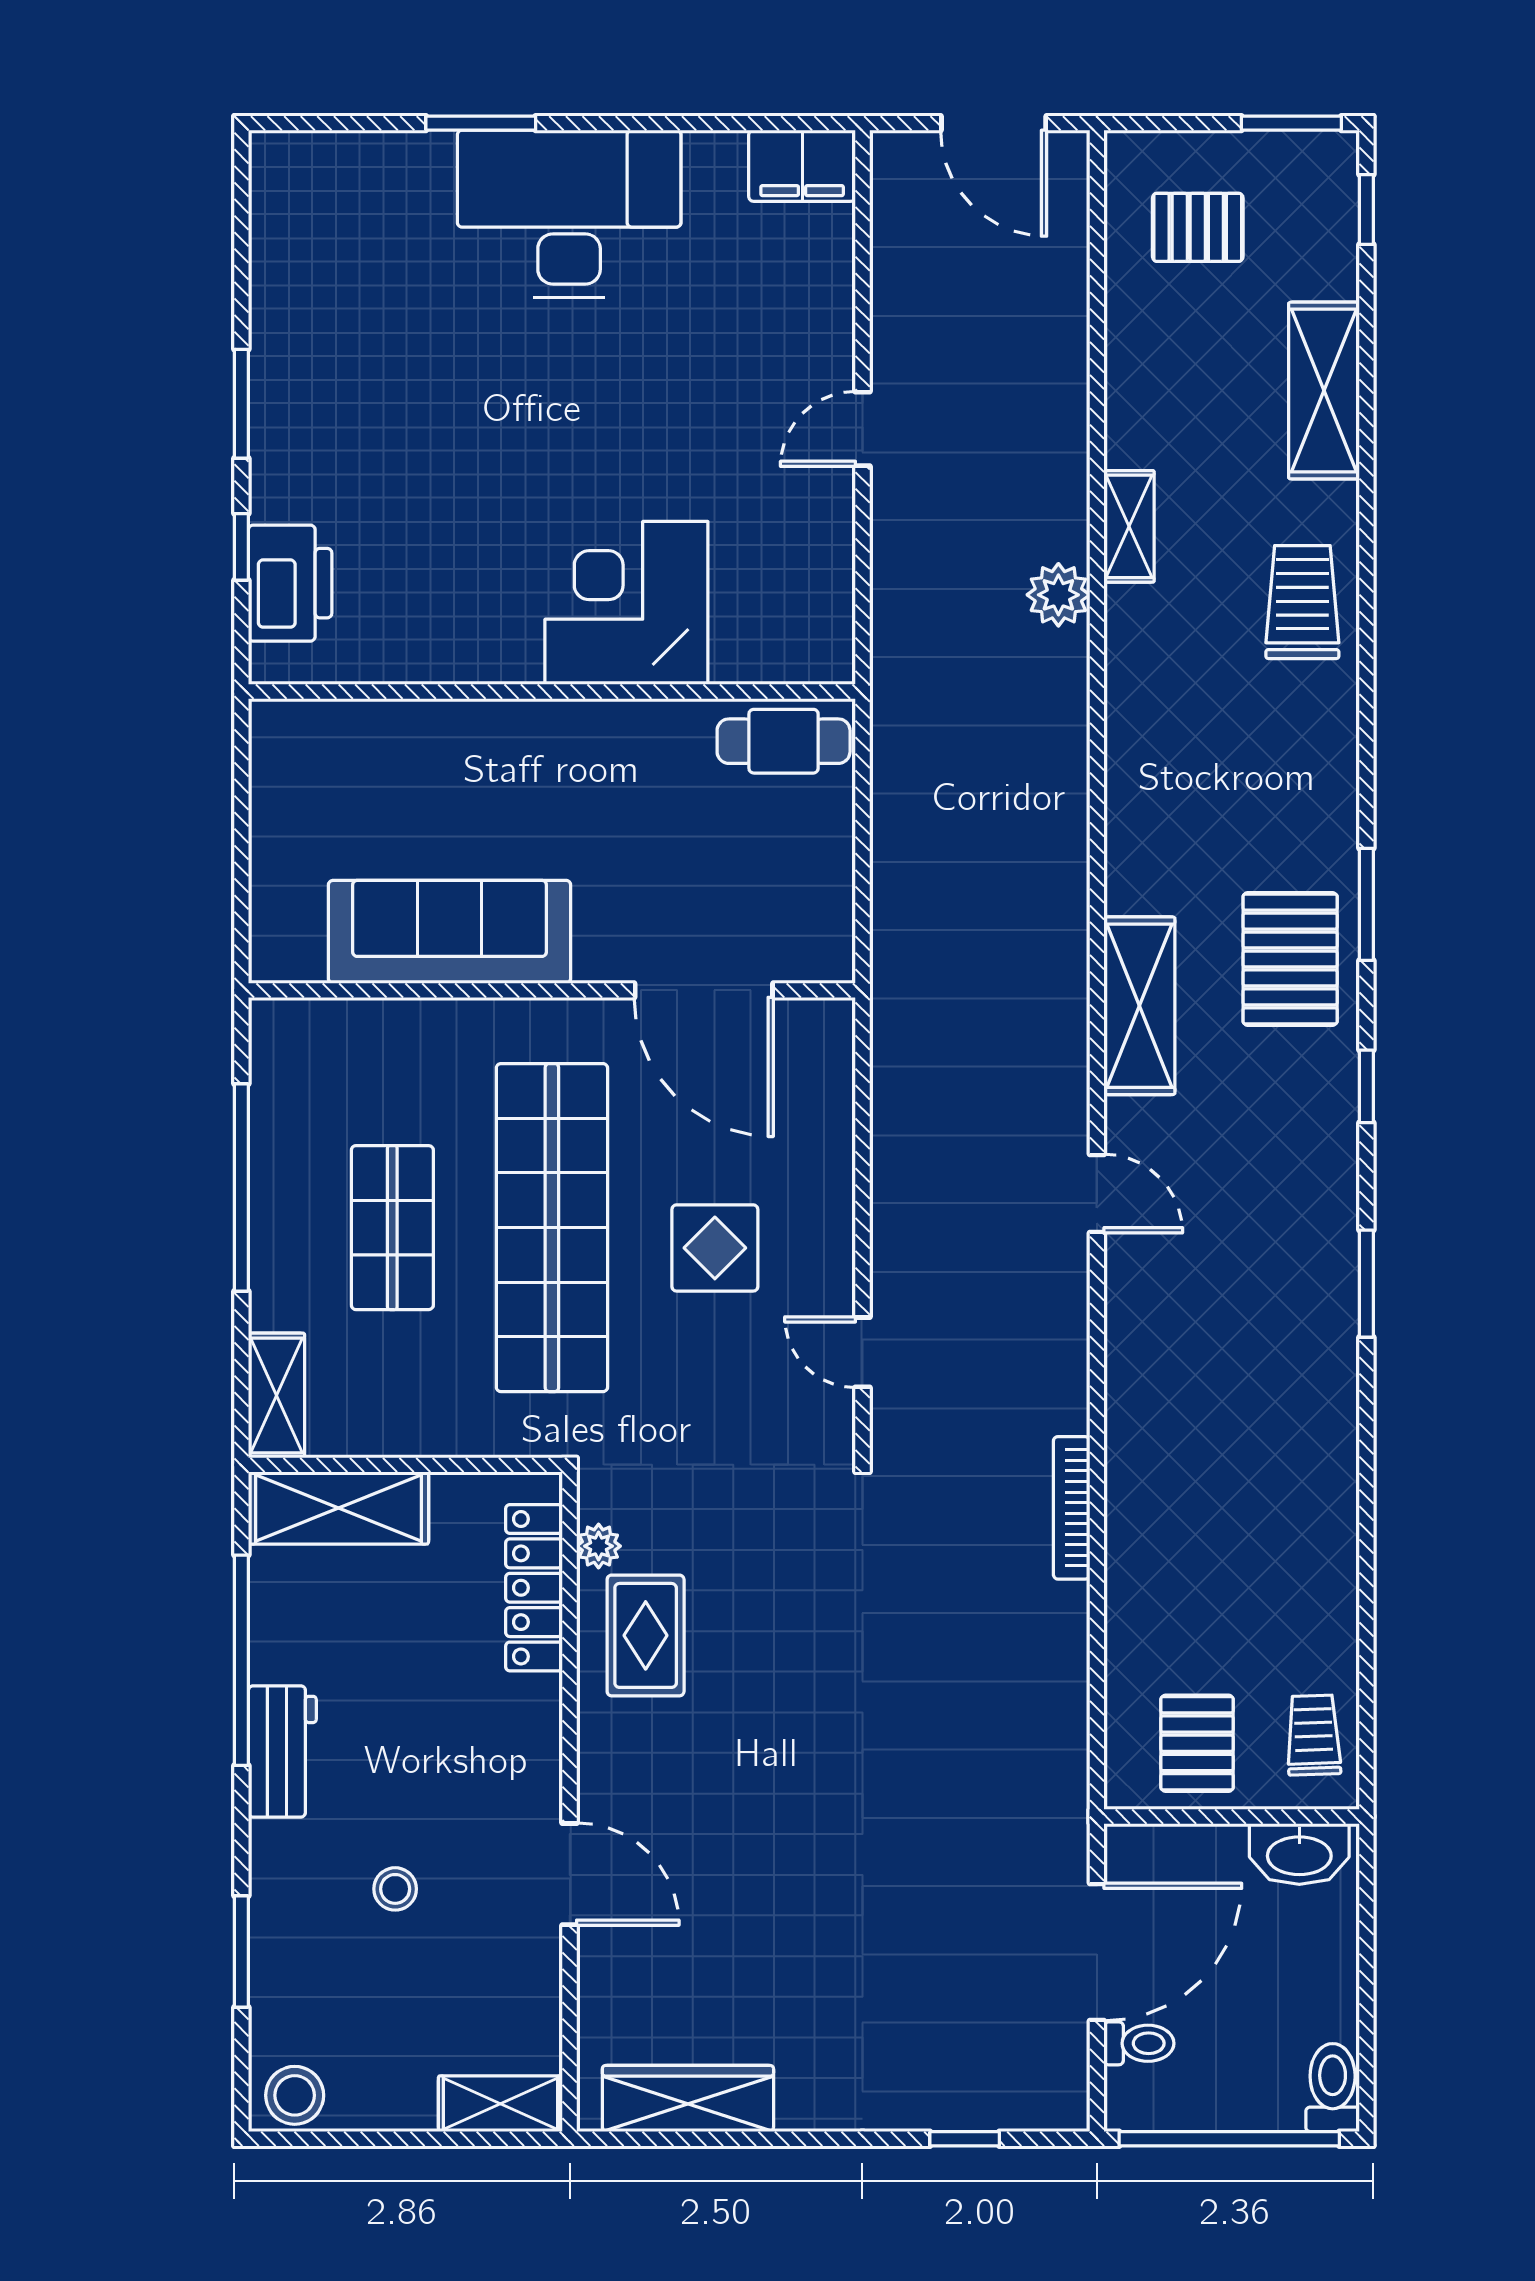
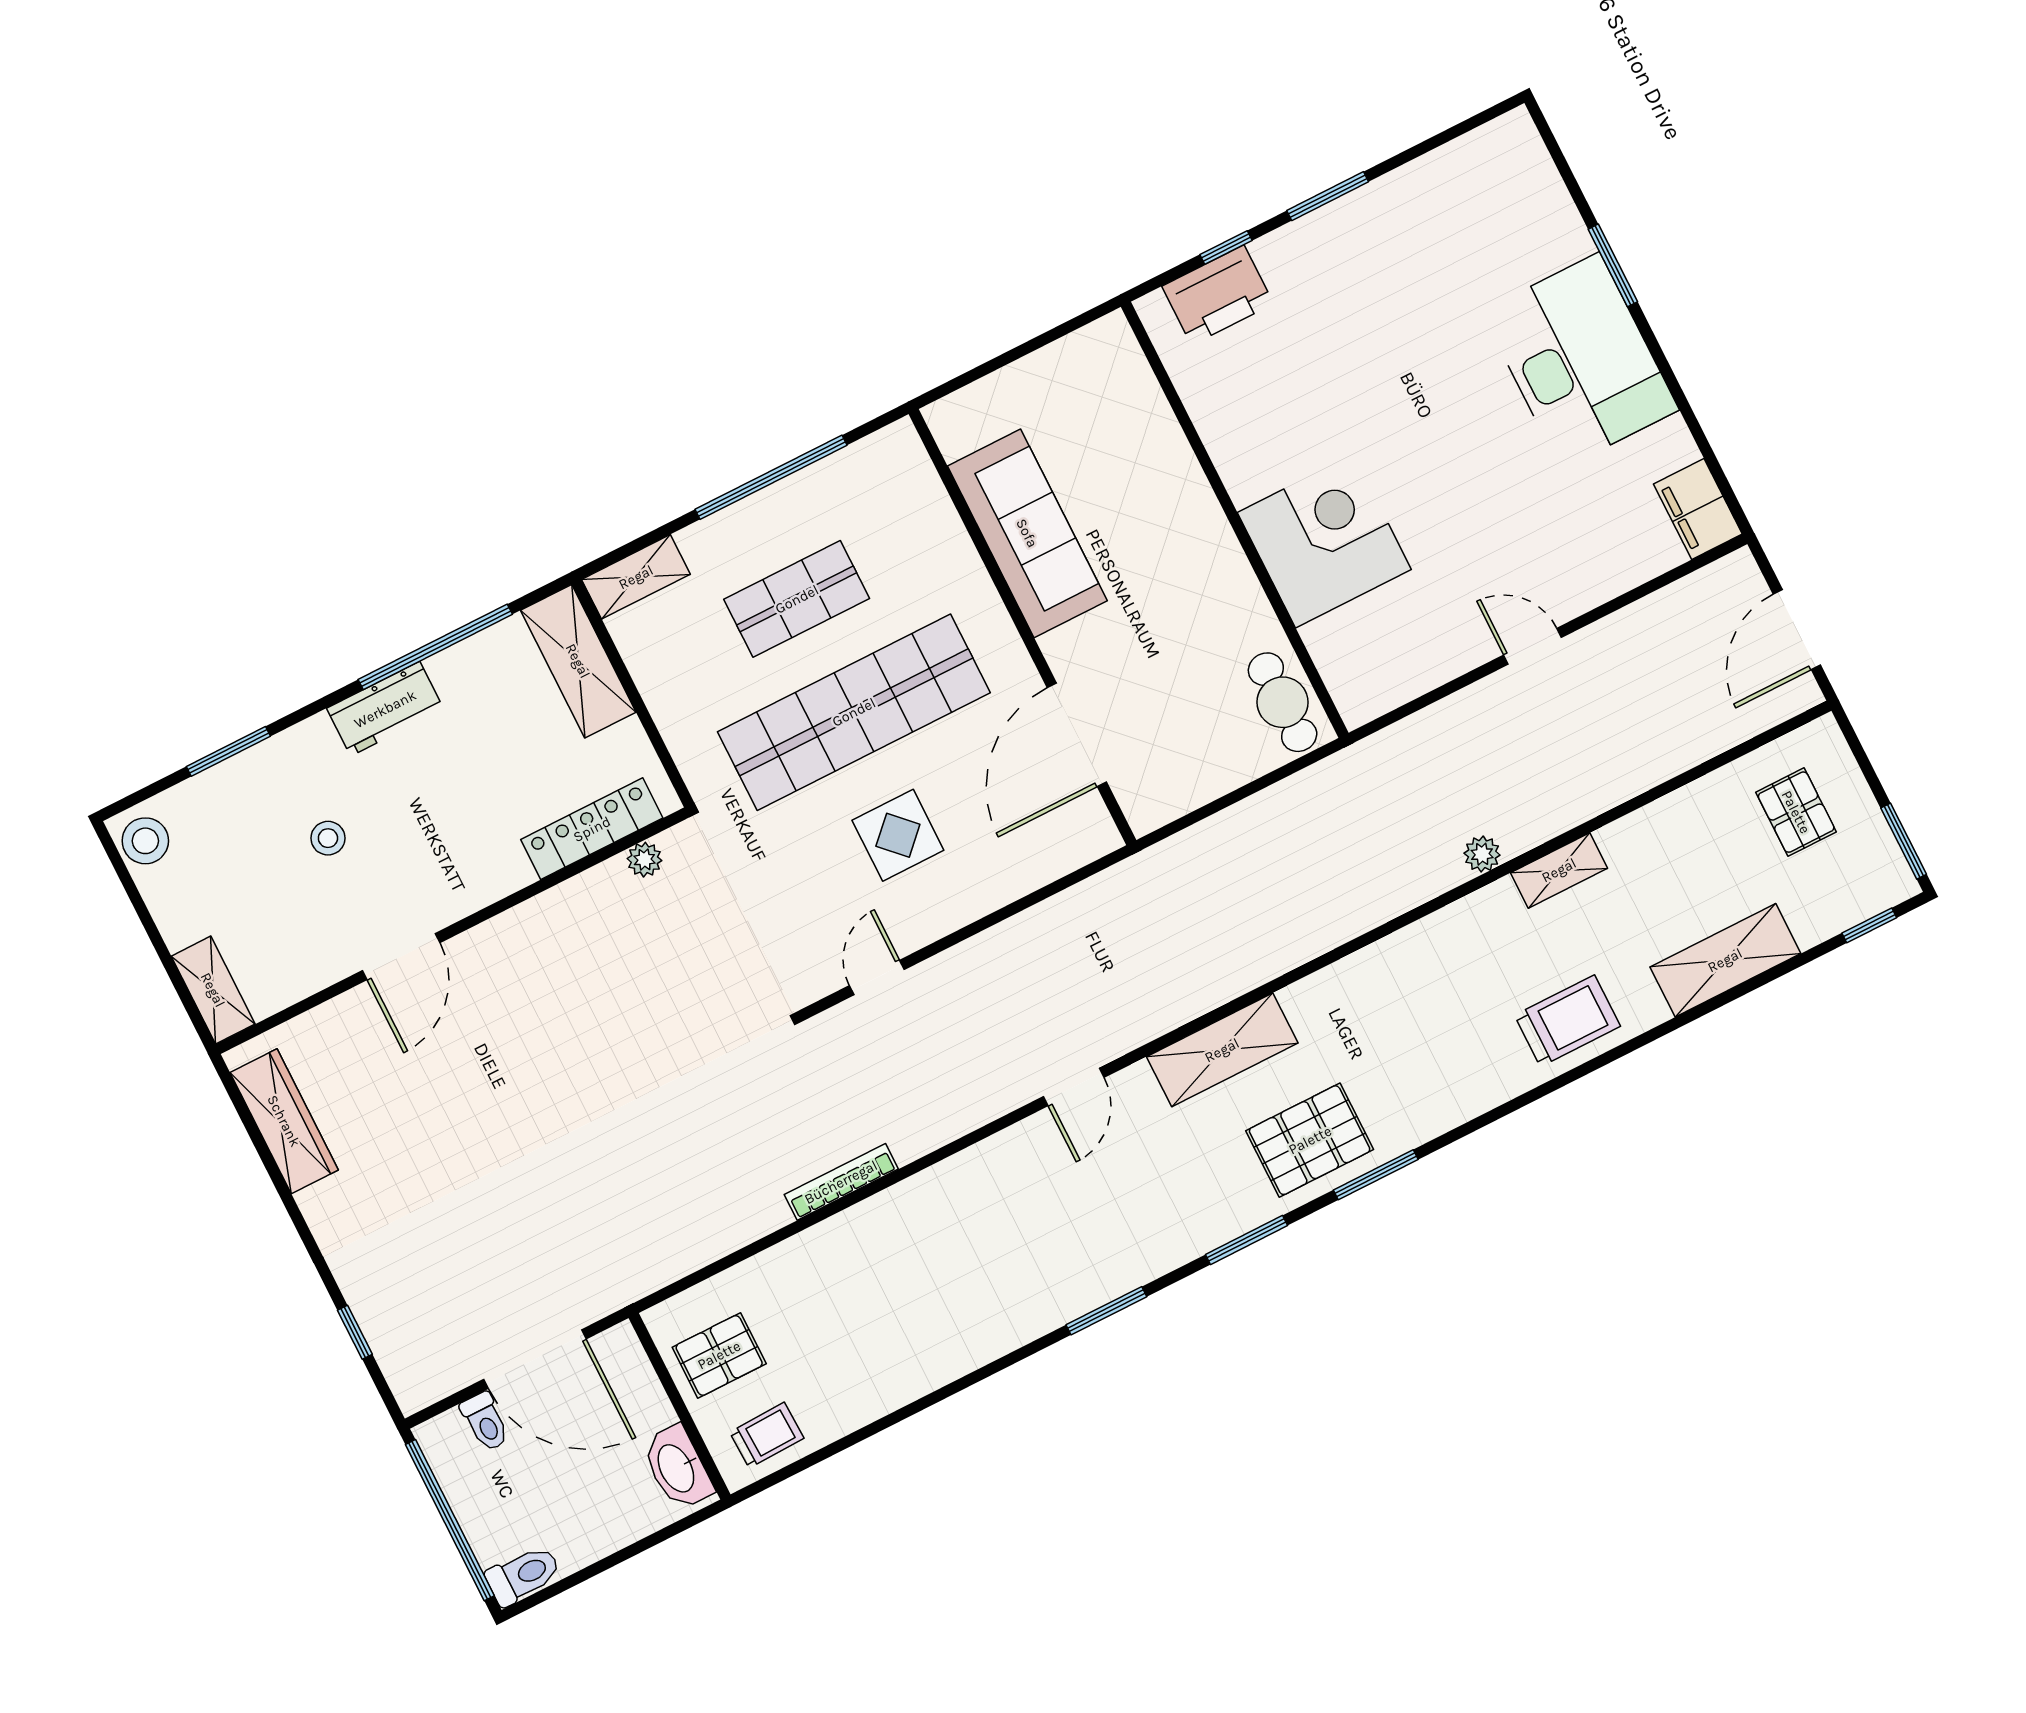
plant: (1058, 595) -> (1482, 854), width x0.73, depth x0.73
window: (1366, 1086) -> (1246, 1240), width x1.50
rug: (646, 1635) -> (598, 925), removed

